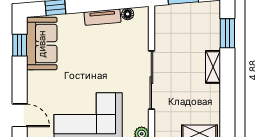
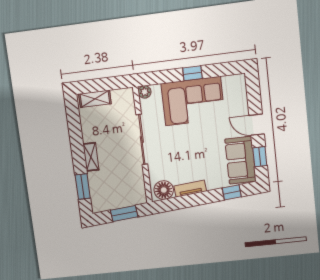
floor lamp: (128, 14) -> (164, 190), width x1.89, depth x1.89
door: (20, 115) -> (257, 125), moved

